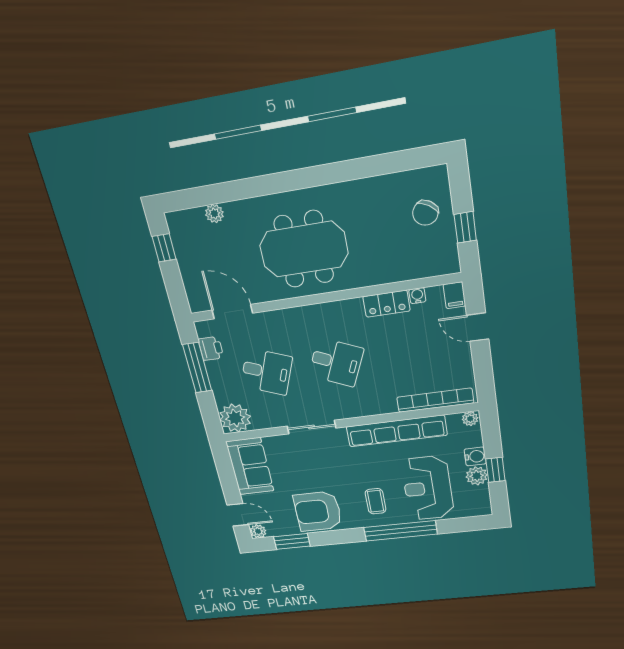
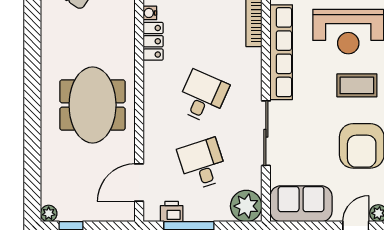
plant: (214, 214) -> (49, 213), moved
desk: (267, 372) -> (203, 164), turned -39
sliding door: (312, 427) -> (266, 133), width x1.37
coffee table: (376, 501) -> (357, 85), width x1.36, depth x1.30

